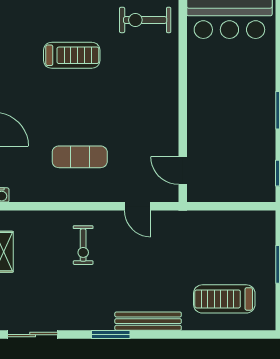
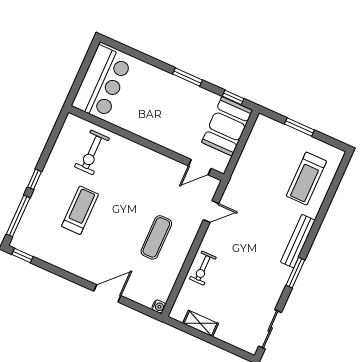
exercise bike: (145, 20) -> (92, 152), moved
booth: (243, 181) -> (227, 126), added
exercise bike: (83, 245) -> (203, 268), moved, turned 90

